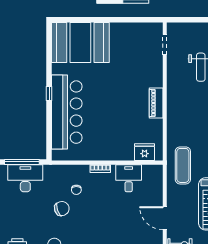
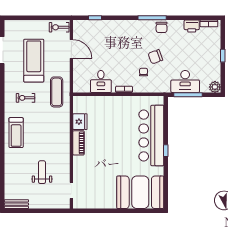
fridge: (145, 152) -> (80, 122), moved, turned -90

